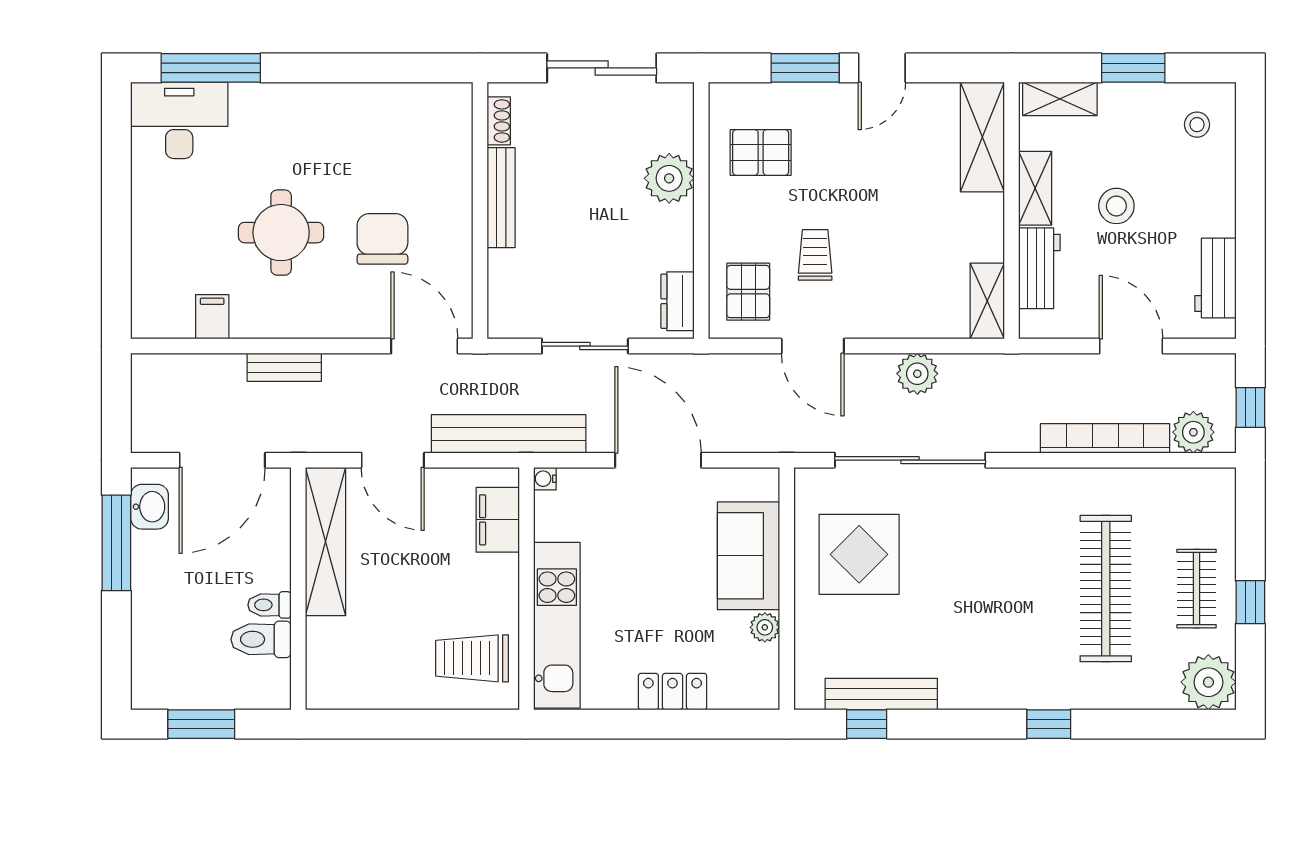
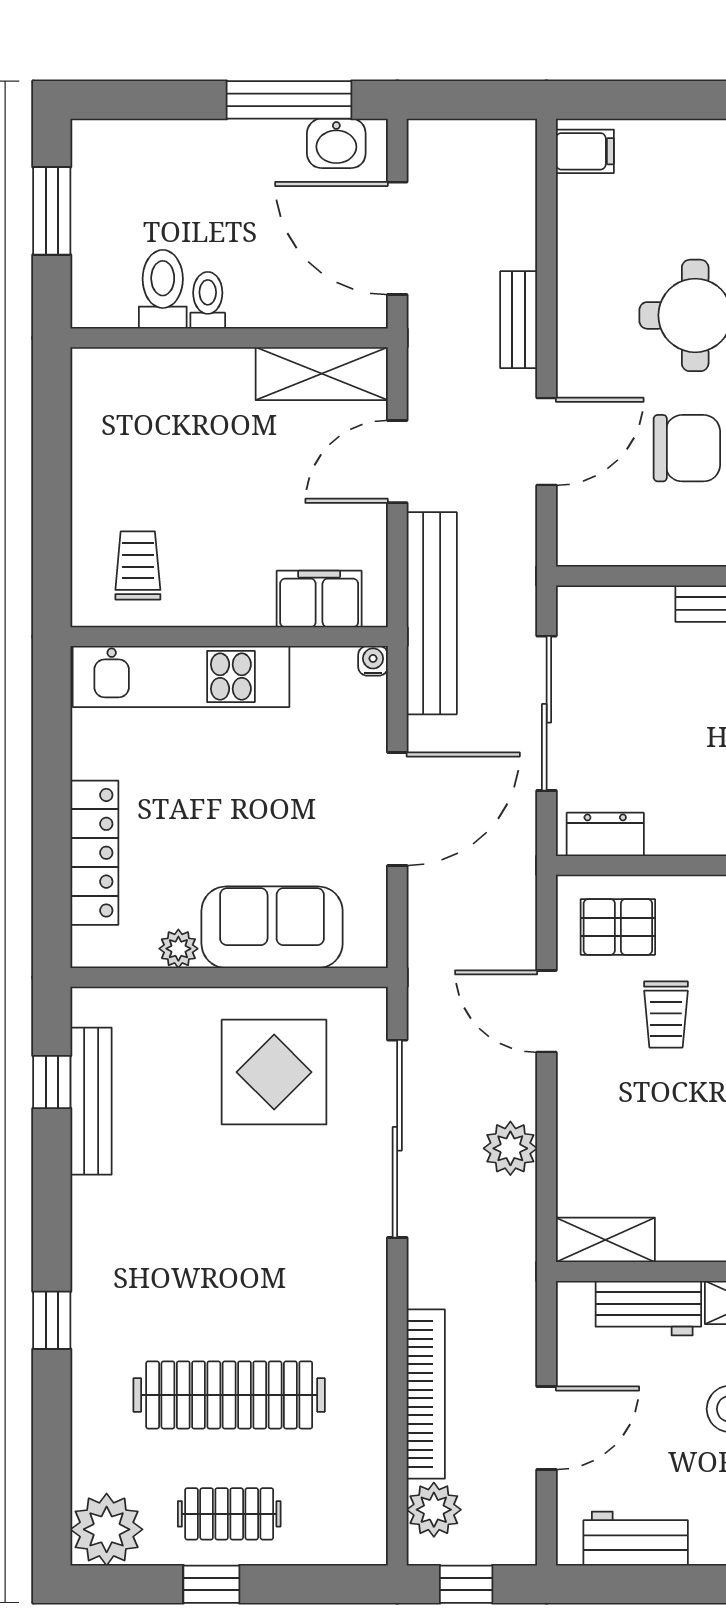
trolley: (815, 255) -> (666, 1014), turned 90
filing cabinet: (212, 317) -> (585, 151), moved
door: (424, 346) -> (547, 442), moved
sliding door: (585, 346) -> (547, 713), width x1.37
door: (813, 346) -> (547, 1011), hinge flipped
shelving: (326, 541) -> (322, 374), width x0.68
trolley: (472, 658) -> (138, 565), width x0.73, depth x0.72
locker: (672, 692) -> (94, 853), width x1.53

